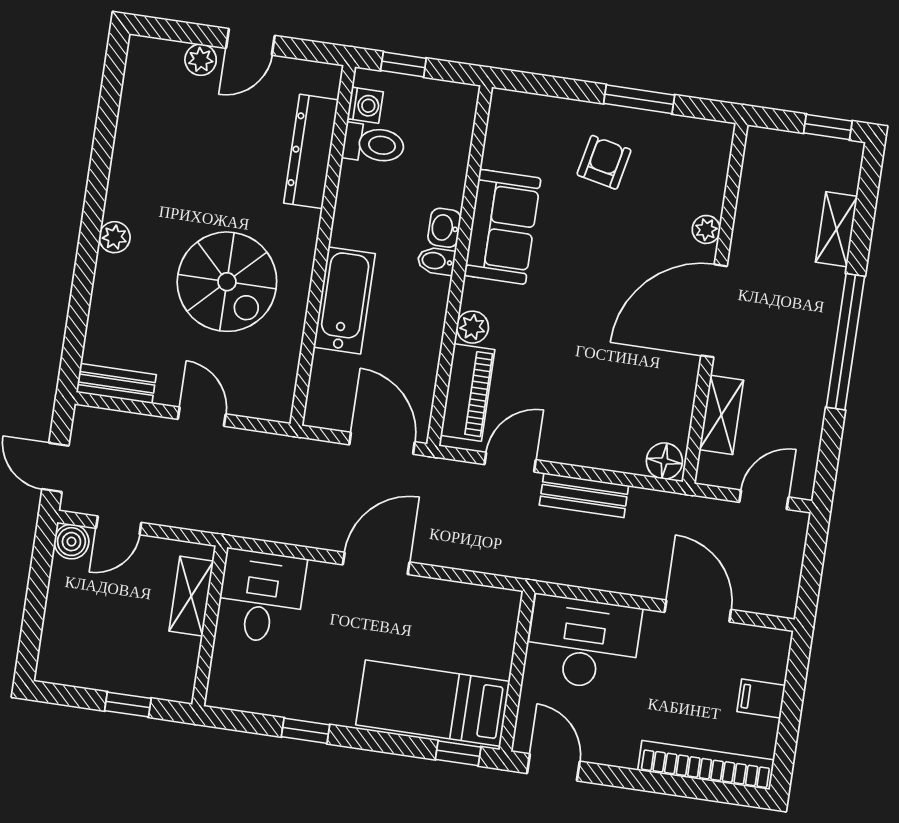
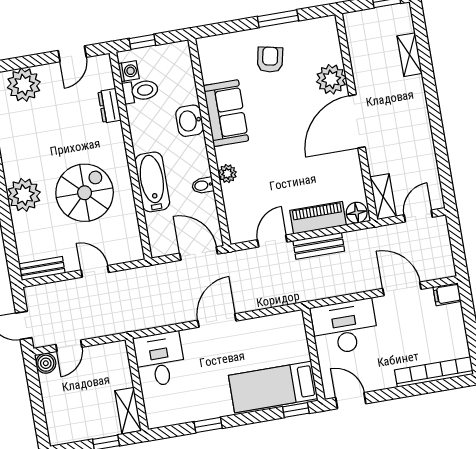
door: (250, 42) -> (72, 54), moved
plant: (201, 60) -> (24, 85), width x1.87, depth x1.87
dresser: (311, 151) -> (110, 106), width x0.51, depth x0.80
washbasin: (444, 228) -> (190, 121), width x1.38, depth x1.45
plant: (706, 229) -> (331, 79), width x1.88, depth x1.88
plant: (115, 237) -> (24, 195), width x1.88, depth x1.88
bidet: (436, 261) -> (203, 185), moved
spiral stairs: (227, 282) -> (85, 193), turned -90
window: (846, 342) -> (435, 115), removed
piano: (468, 392) -> (318, 218), moved, turned -90
shelving: (721, 415) -> (383, 197), moved
shelving: (191, 596) -> (128, 411), moved
filing cabinet: (761, 698) -> (447, 294), moved

